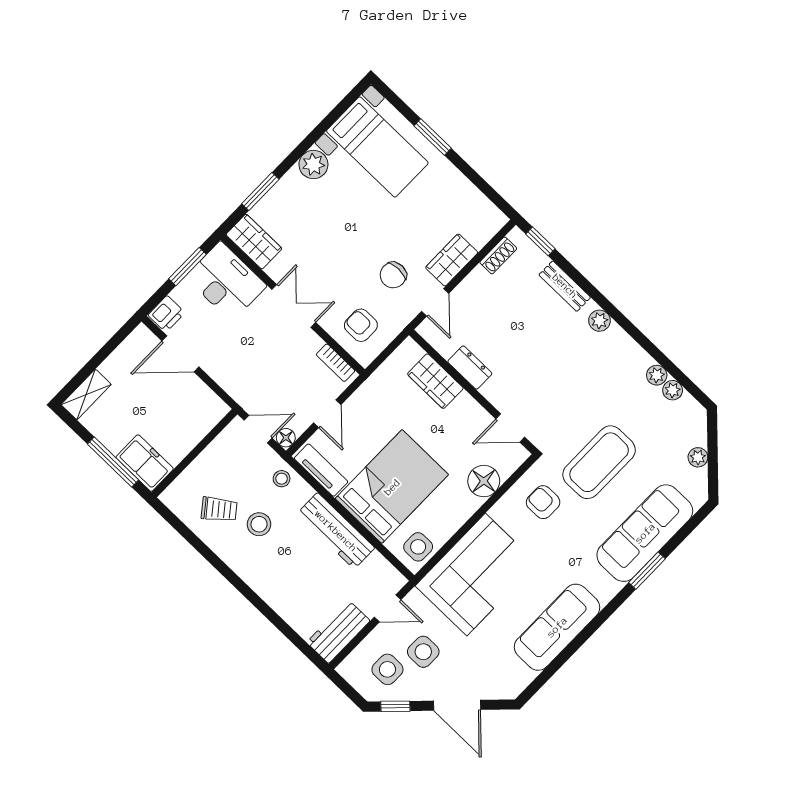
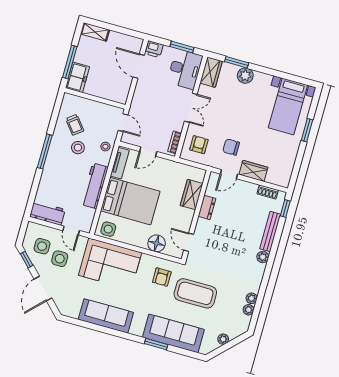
plant: (313, 164) -> (245, 76), moved
bench: (565, 286) -> (270, 232), width x1.36
floor lamp: (286, 438) -> (126, 138), removed
armchair: (543, 502) -> (162, 277), turned 180
window: (236, 581) -> (45, 151), added

